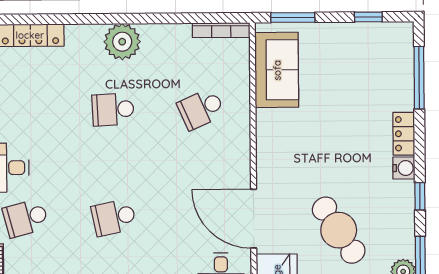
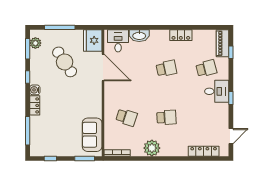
plant: (122, 42) -> (152, 148), moved
school desk: (201, 109) -> (127, 117), turned 42

